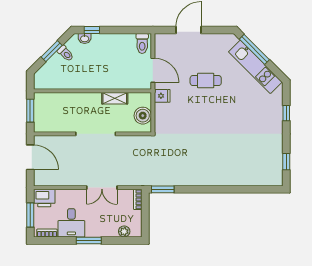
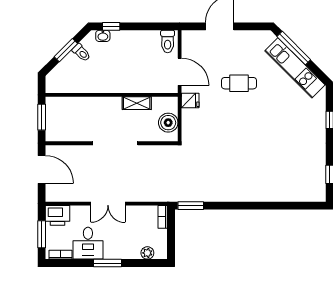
double door: (102, 188) -> (108, 204), moved

